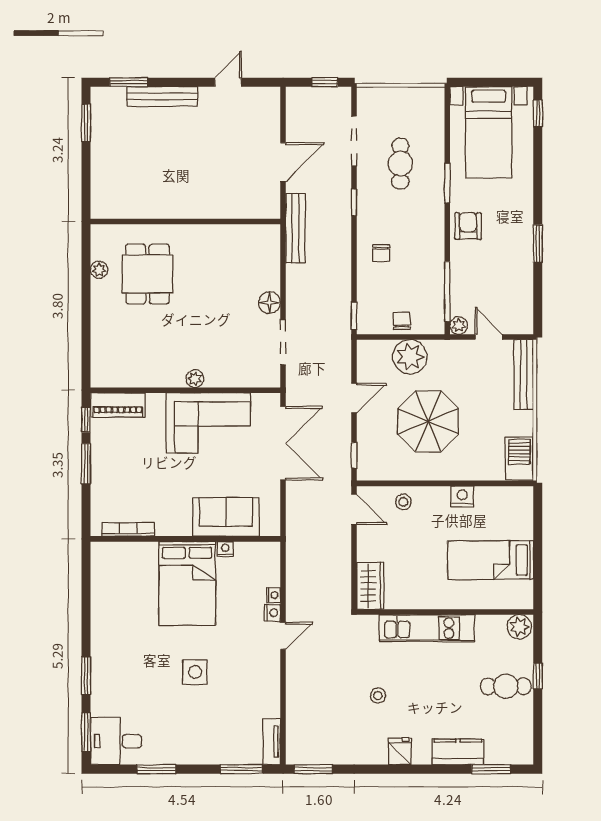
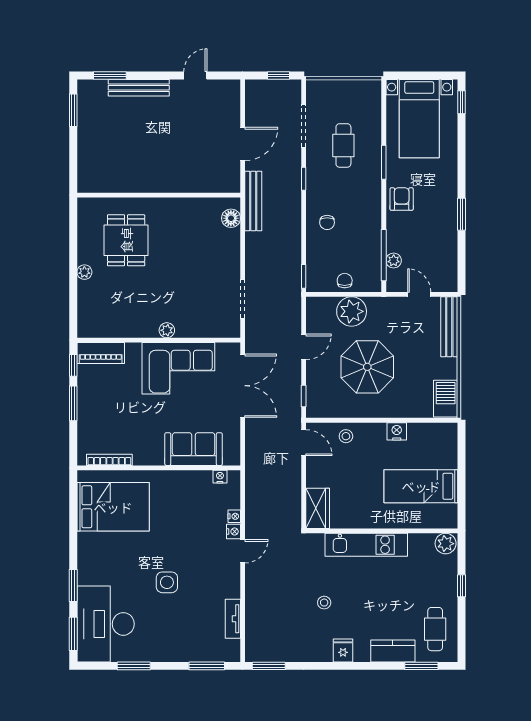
plant: (99, 270) -> (84, 272), moved
floor lamp: (270, 303) -> (231, 218), moved
plant: (459, 325) -> (394, 261), moved
nightstand: (225, 549) -> (220, 477), moved
bed: (187, 583) -> (113, 507), moved, turned -90
cafe table: (506, 686) -> (435, 629), moved, turned 90
desk: (116, 741) -> (106, 624), width x1.87, depth x1.30
tv unit: (272, 741) -> (233, 619), moved

